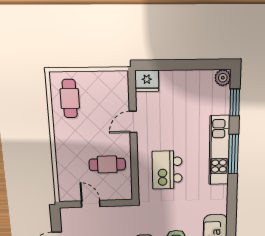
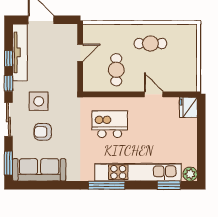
cafe table: (70, 99) -> (150, 44), moved
kitchen unit: (219, 150) -> (138, 172), width x1.36
window: (233, 154) -> (107, 185), moved

